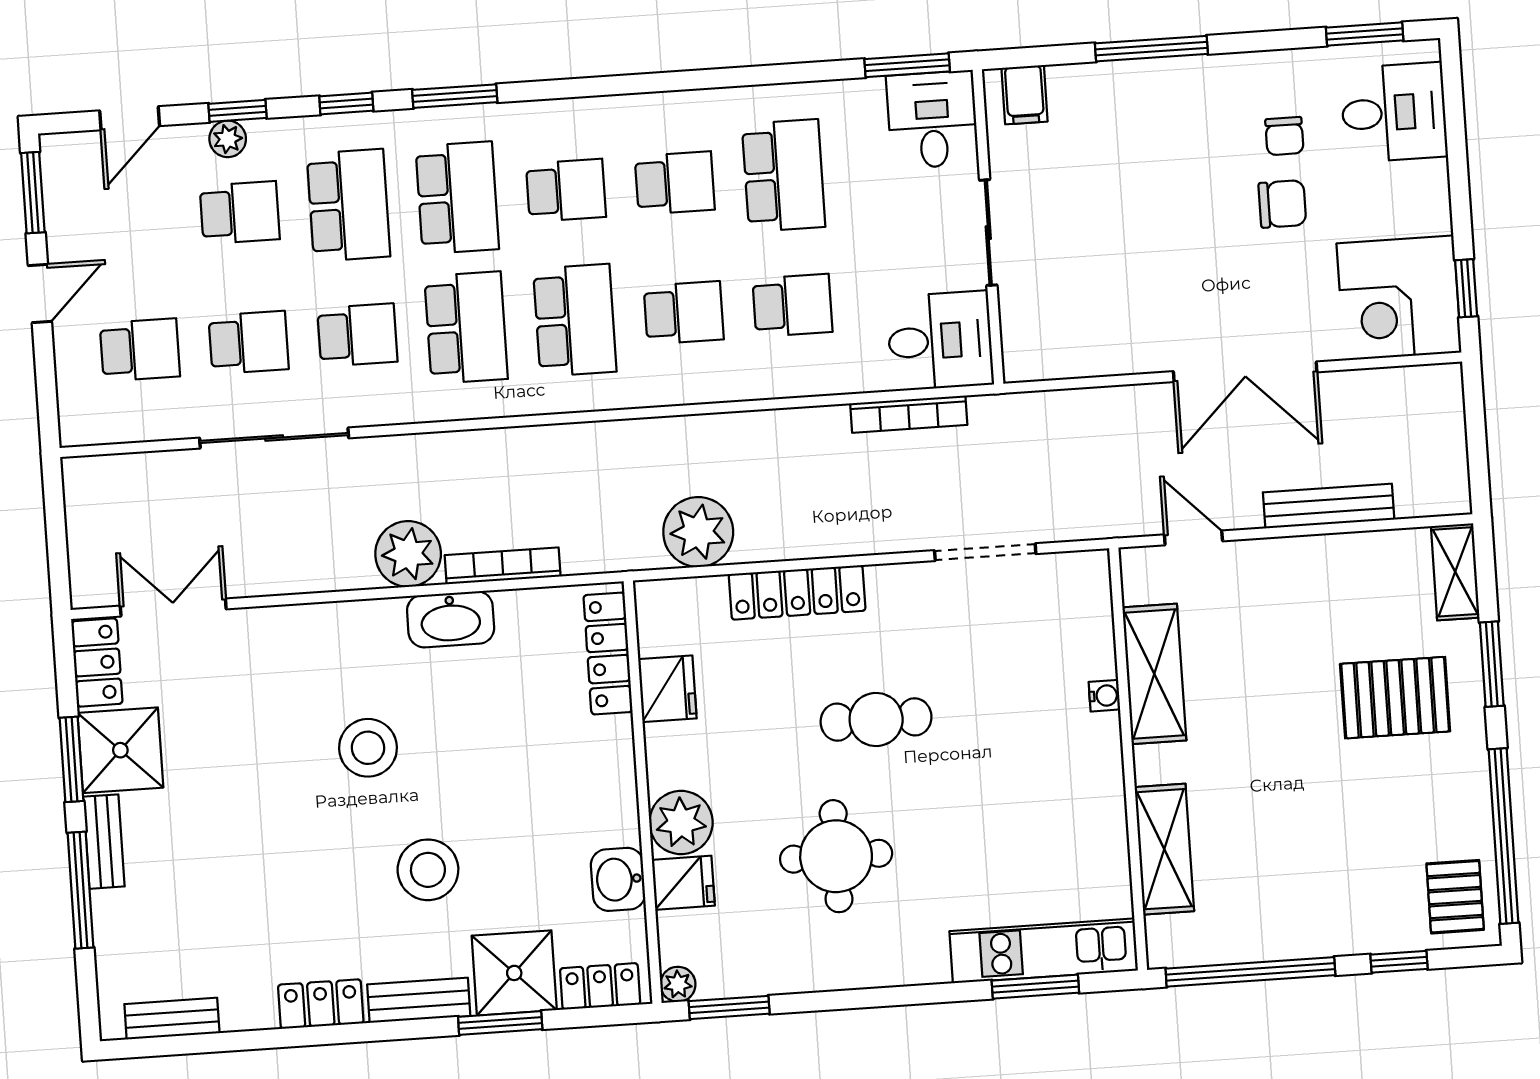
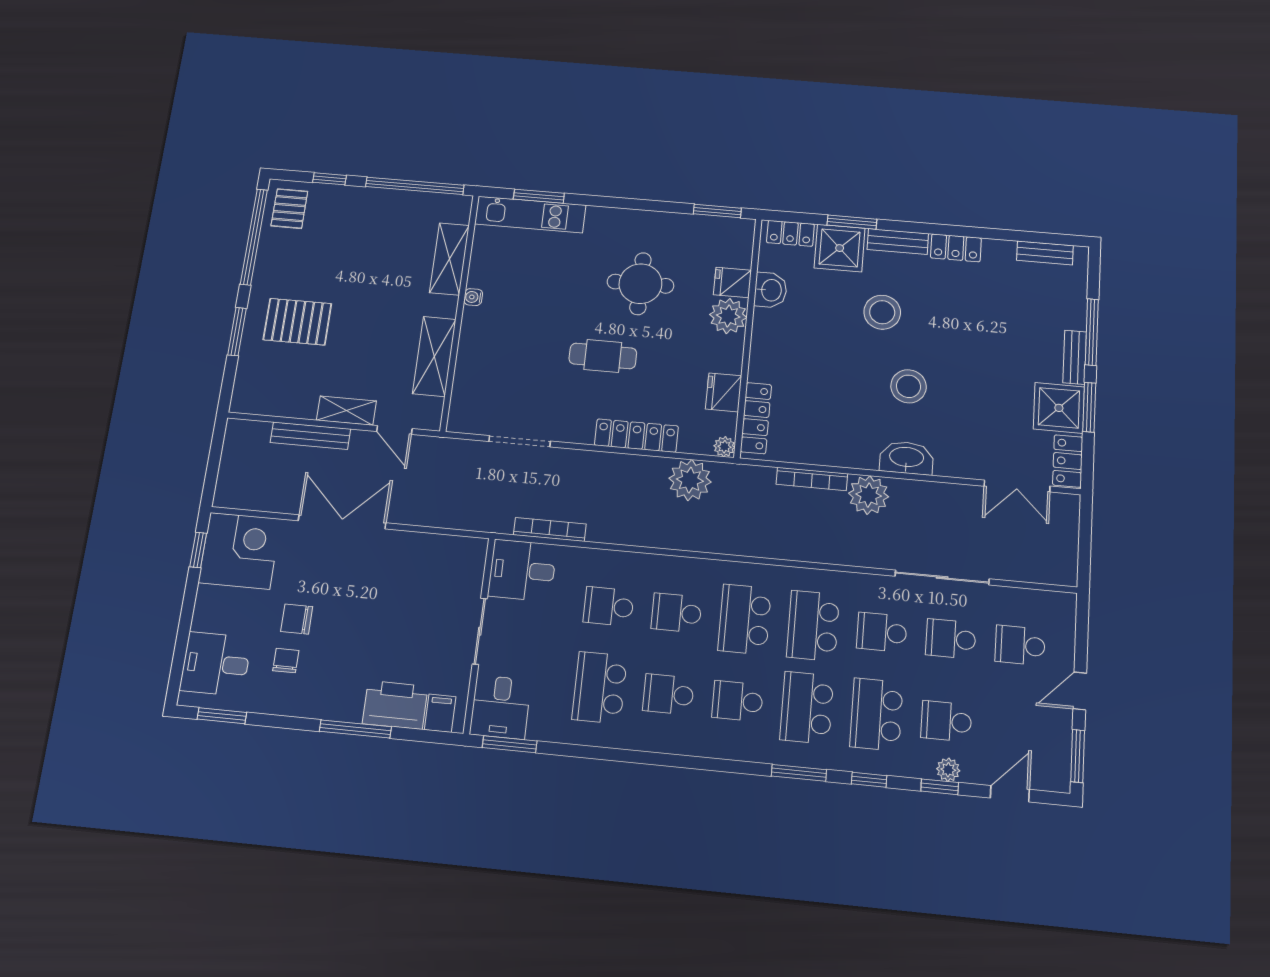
printer: (1097, 96) -> (395, 705), added
shelving: (1455, 572) -> (346, 411), moved, turned 90
washbasin: (451, 619) -> (907, 458), moved
water cooler: (1104, 696) -> (473, 297), moved
plant: (678, 984) -> (724, 447), moved

